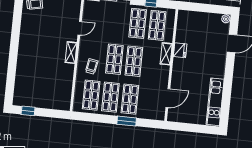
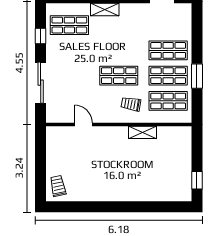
shop shelf: (138, 23) -> (69, 50), removed
shelving: (71, 53) -> (143, 132), moved
shop shelf: (134, 61) -> (119, 50), removed
window: (127, 121) -> (197, 76), moved

